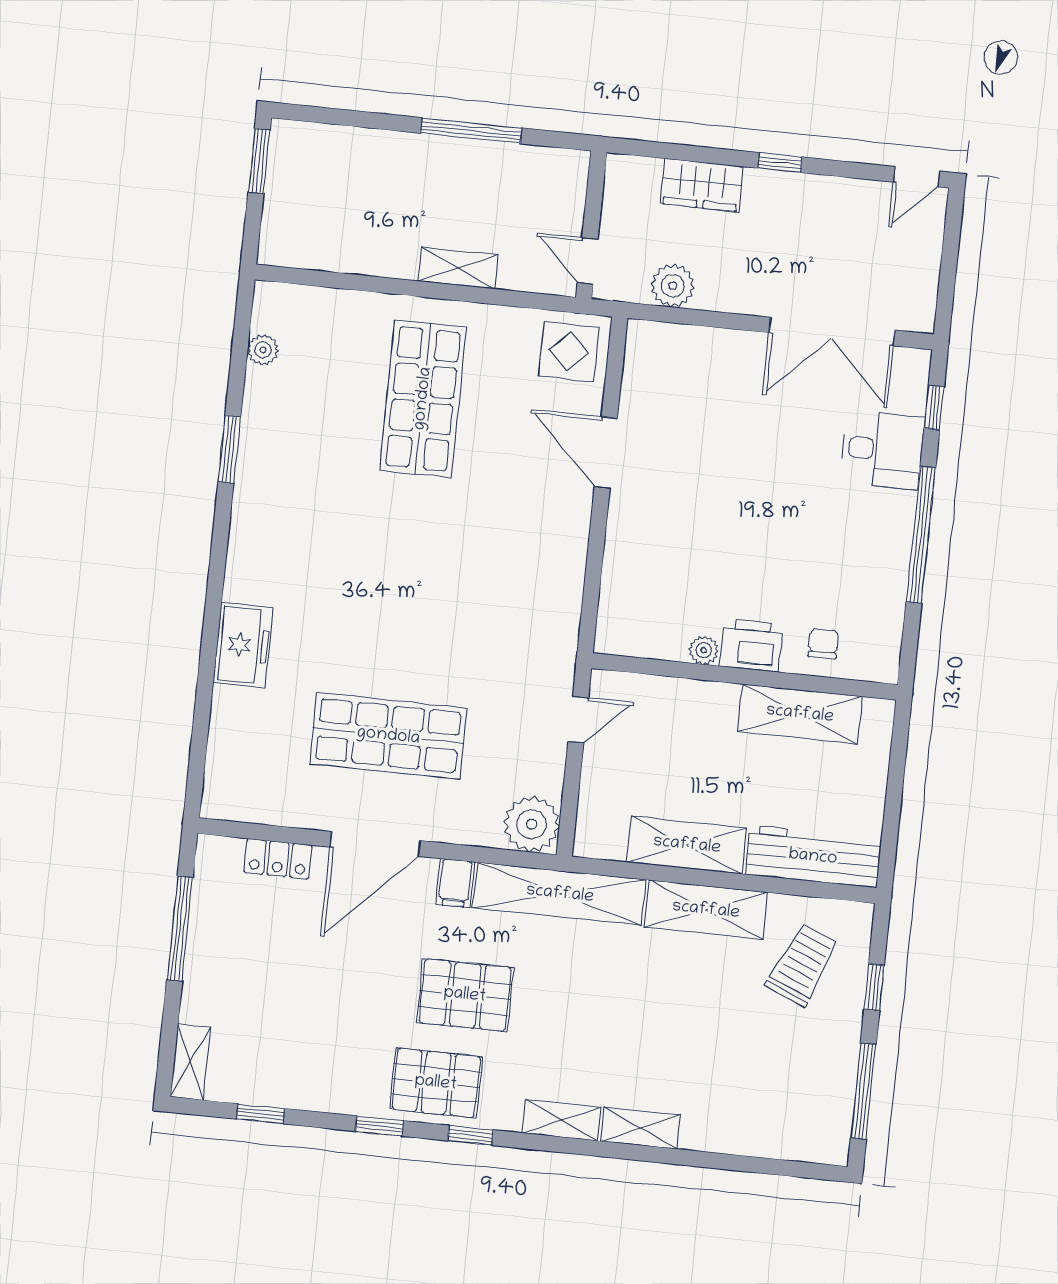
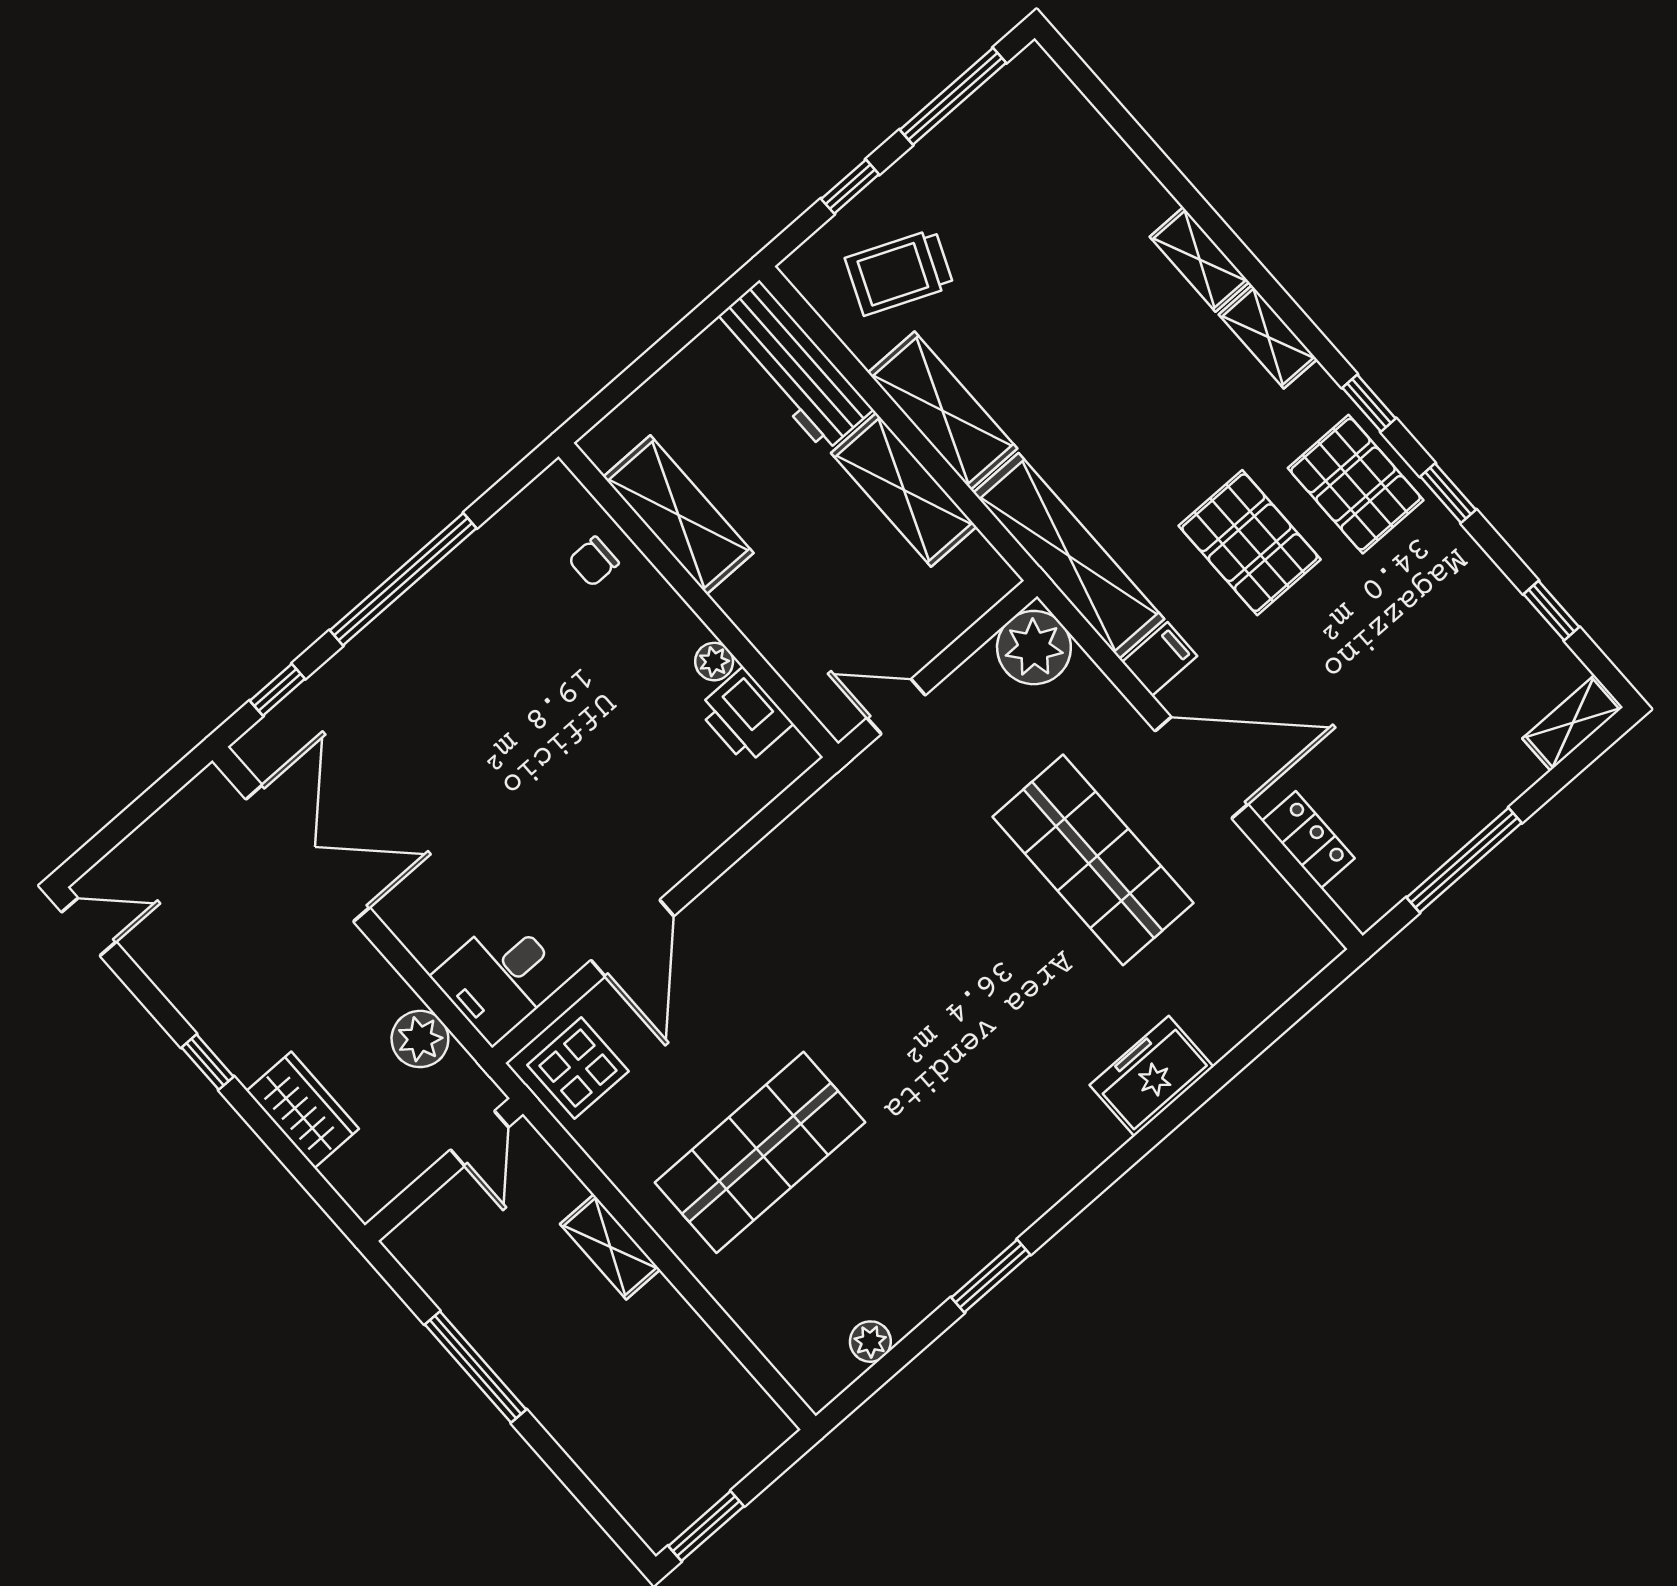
desk: (882, 450) -> (499, 978), moved, turned -90
printer: (751, 645) -> (745, 716), moved

